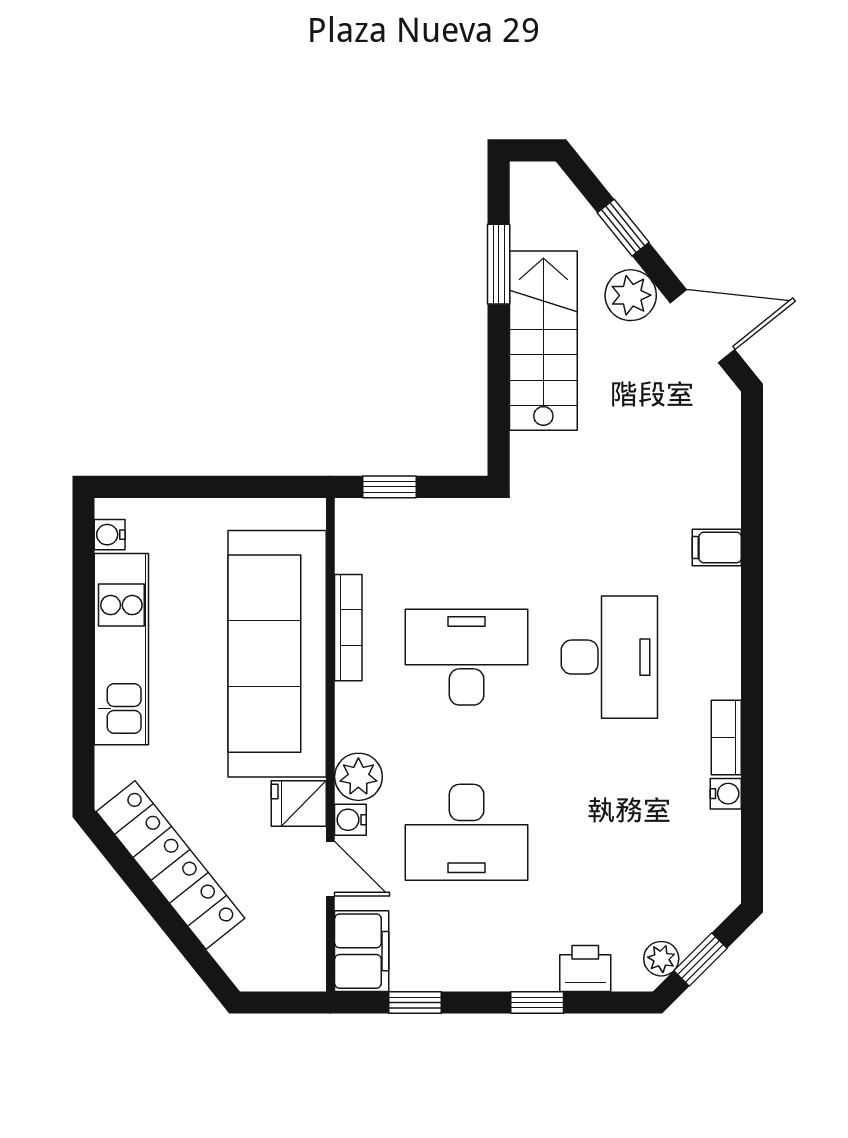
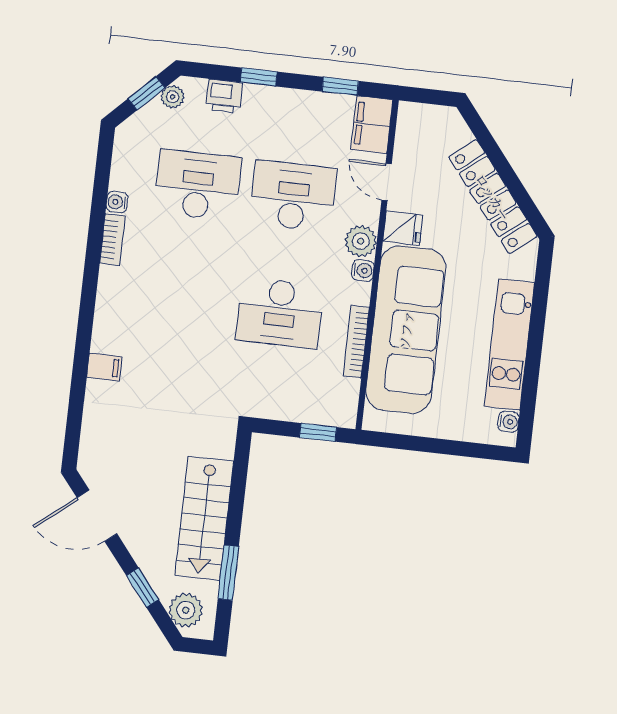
plant: (631, 295) -> (186, 610), moved
desk: (609, 657) -> (198, 185), moved, turned 90
water cooler: (350, 820) -> (363, 270), moved

